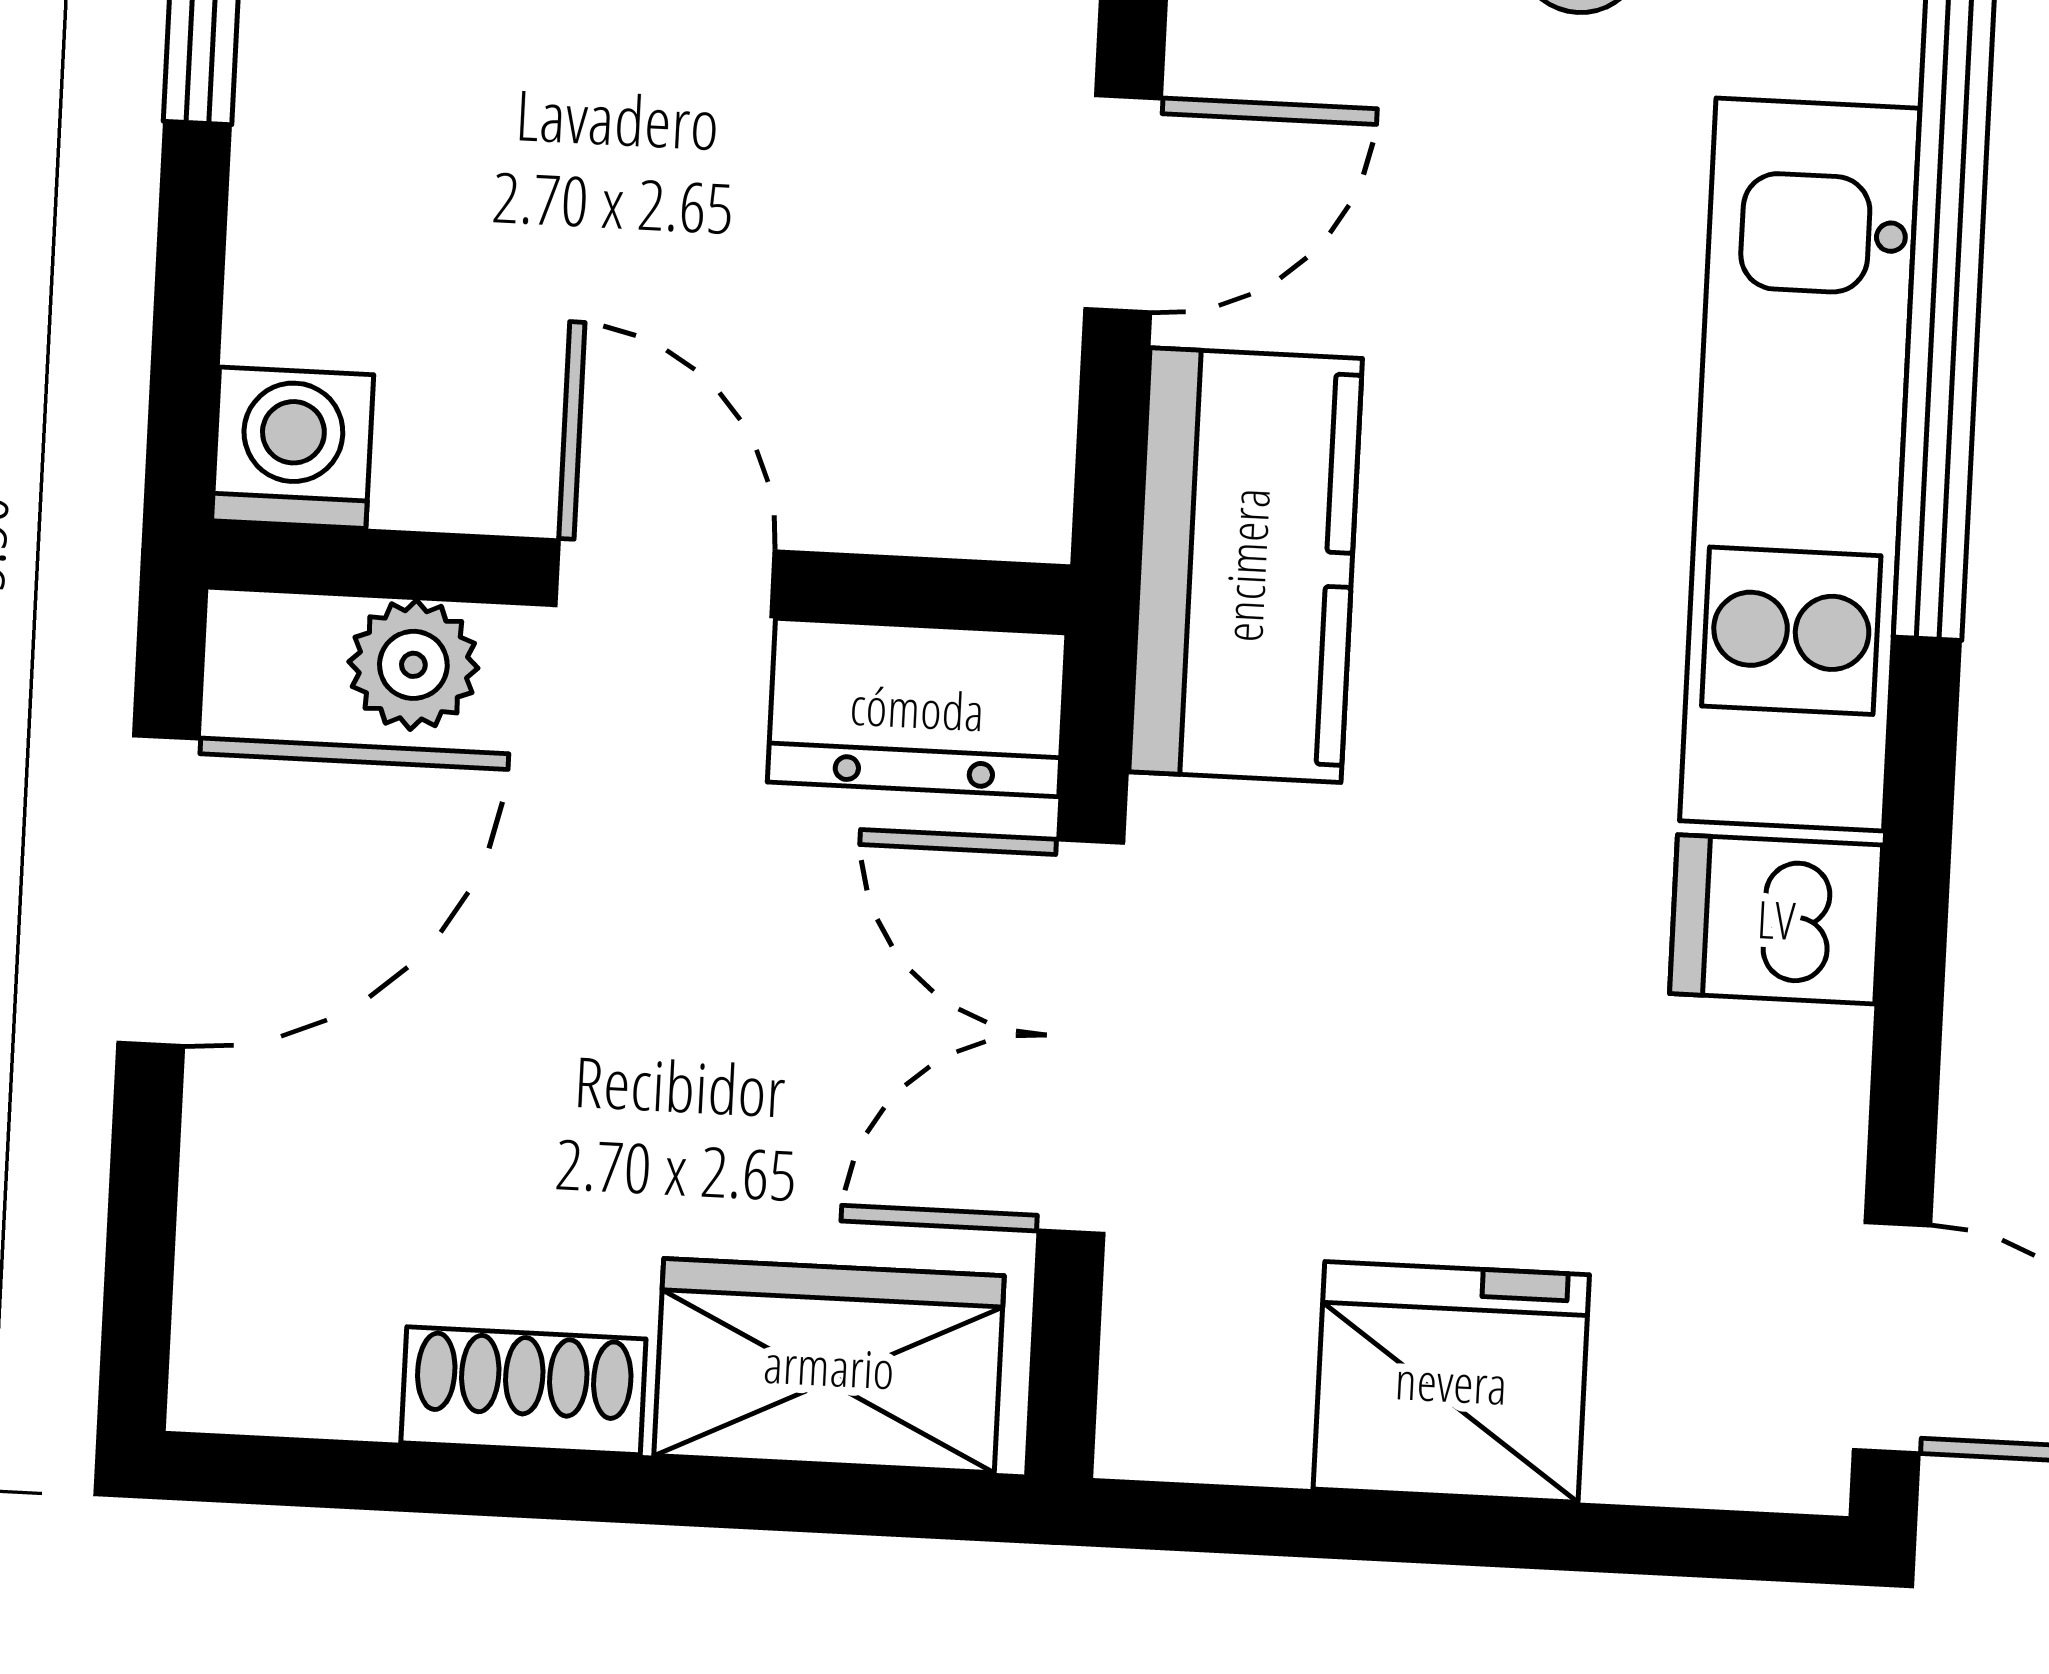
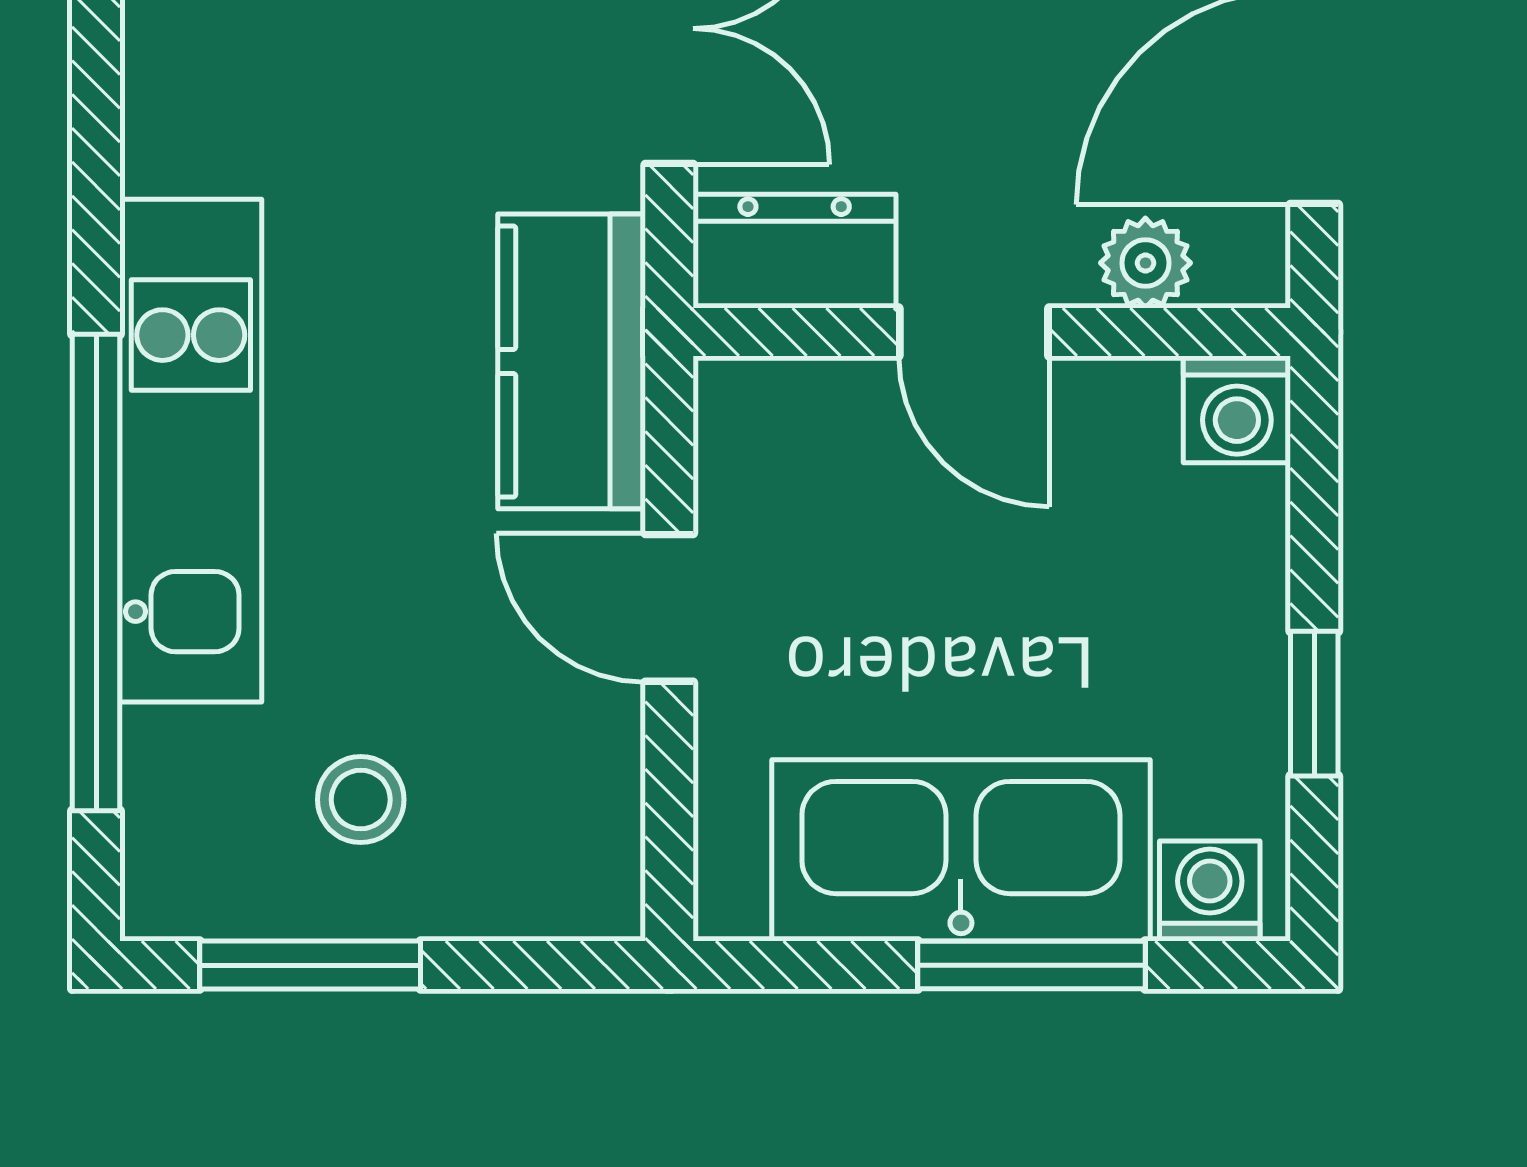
door: (1123, 204) -> (669, 608), hinge flipped
dishwasher: (1776, 919) -> (191, 134), removed

